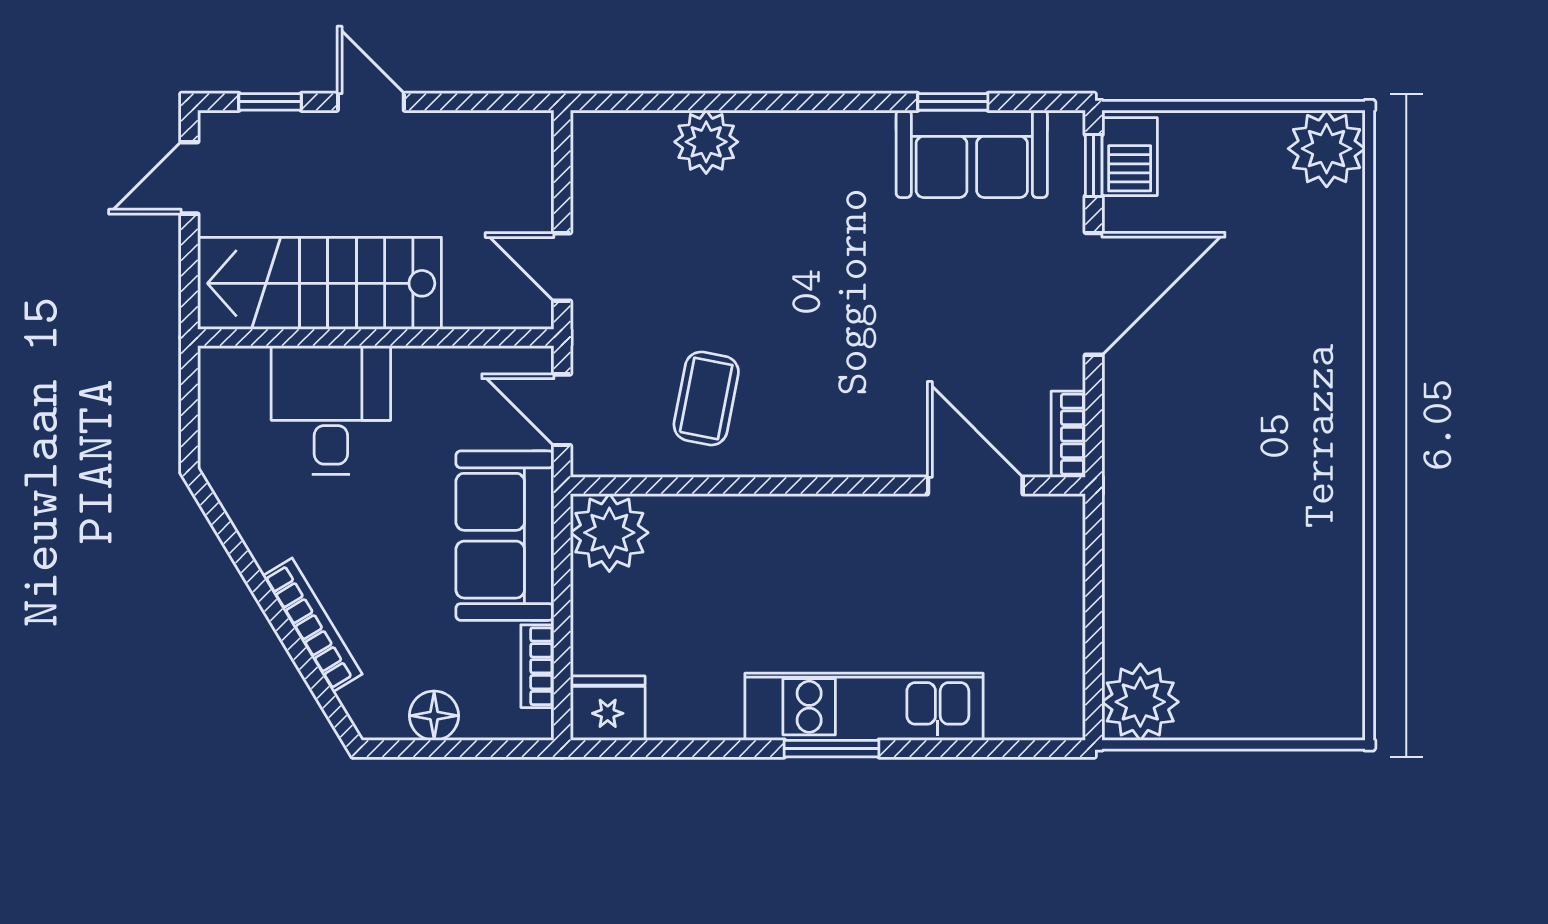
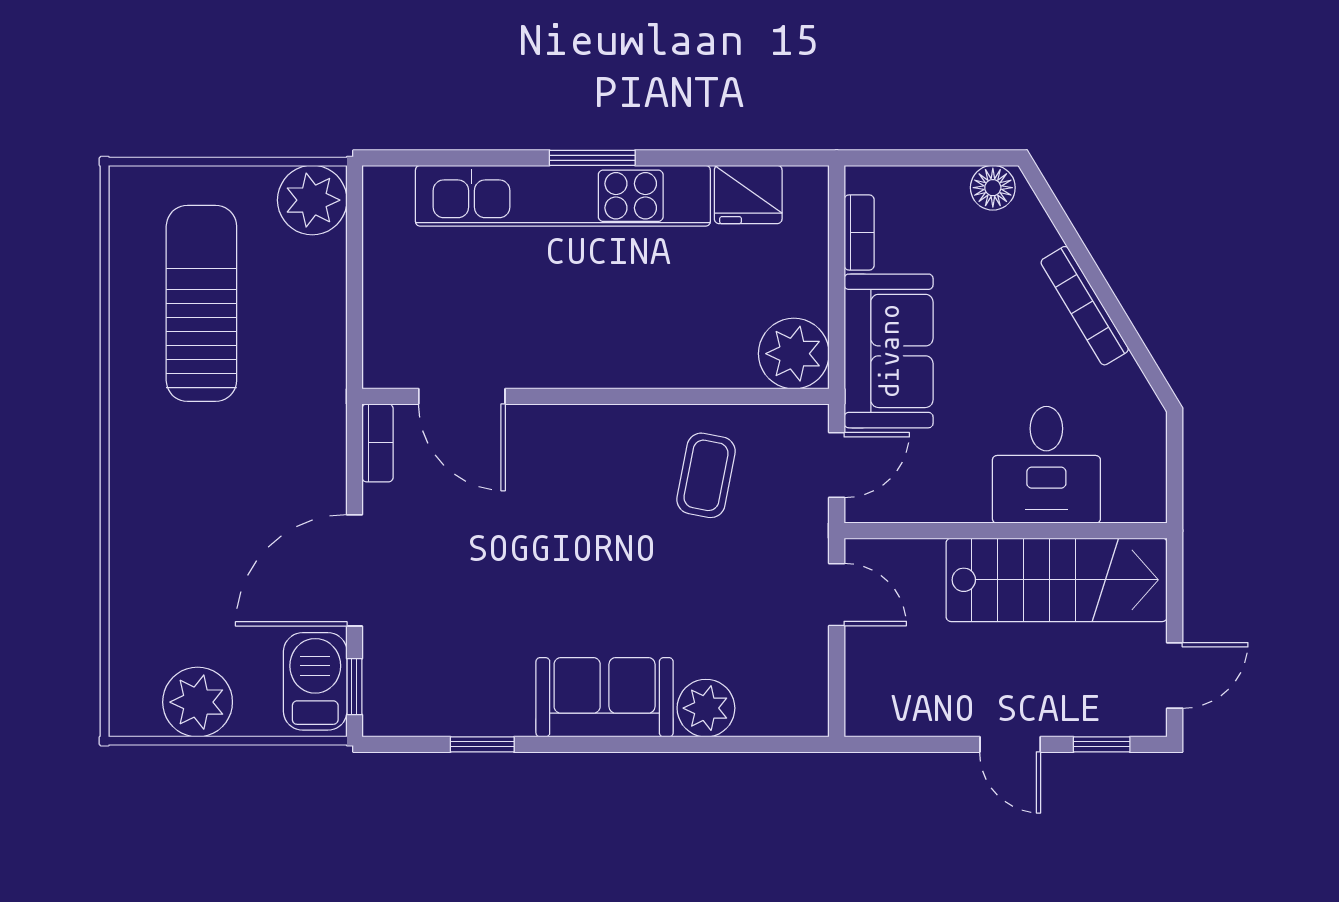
plant: (1327, 149) -> (198, 702), moved
sofa: (972, 154) -> (605, 697), moved
barbecue: (1130, 157) -> (315, 681), width x1.38, depth x1.27
door: (562, 410) -> (837, 465), hinge flipped
sun lounger: (1262, 588) -> (201, 303), added
bookcase: (312, 625) -> (1085, 306), moved
kitchen unit: (864, 707) -> (563, 196), width x1.36
fridge: (608, 708) -> (748, 194), moved
floor lamp: (434, 716) -> (993, 188), moved

